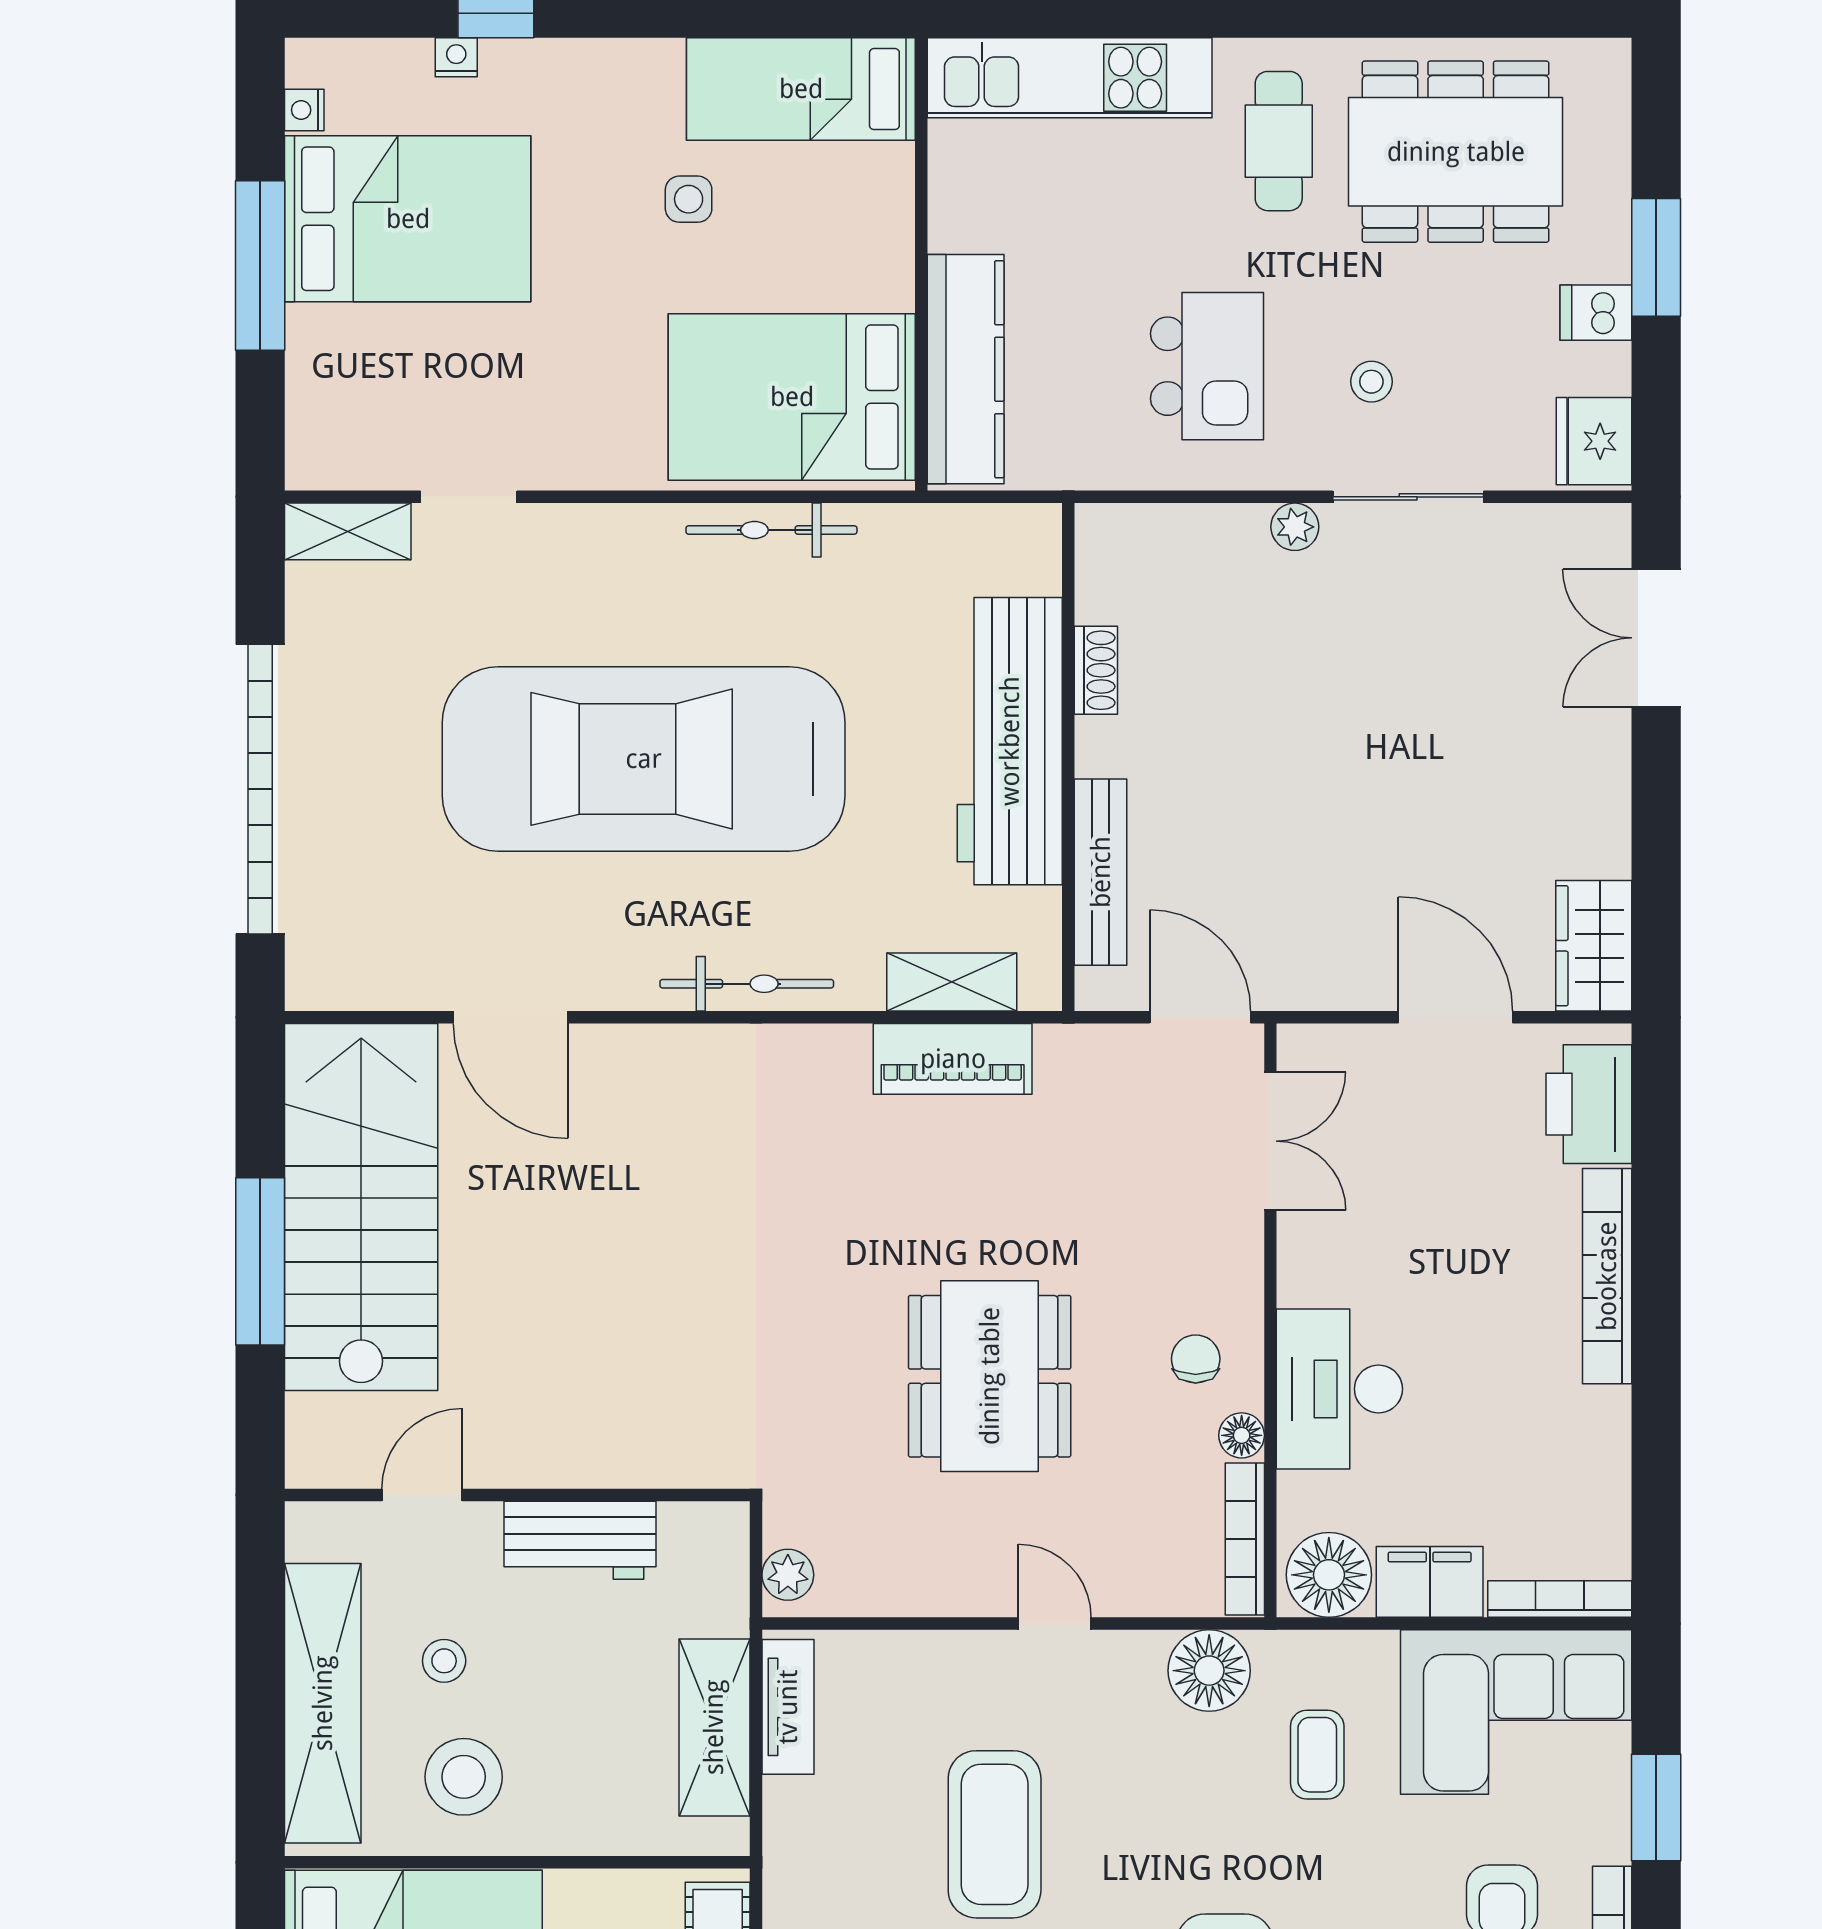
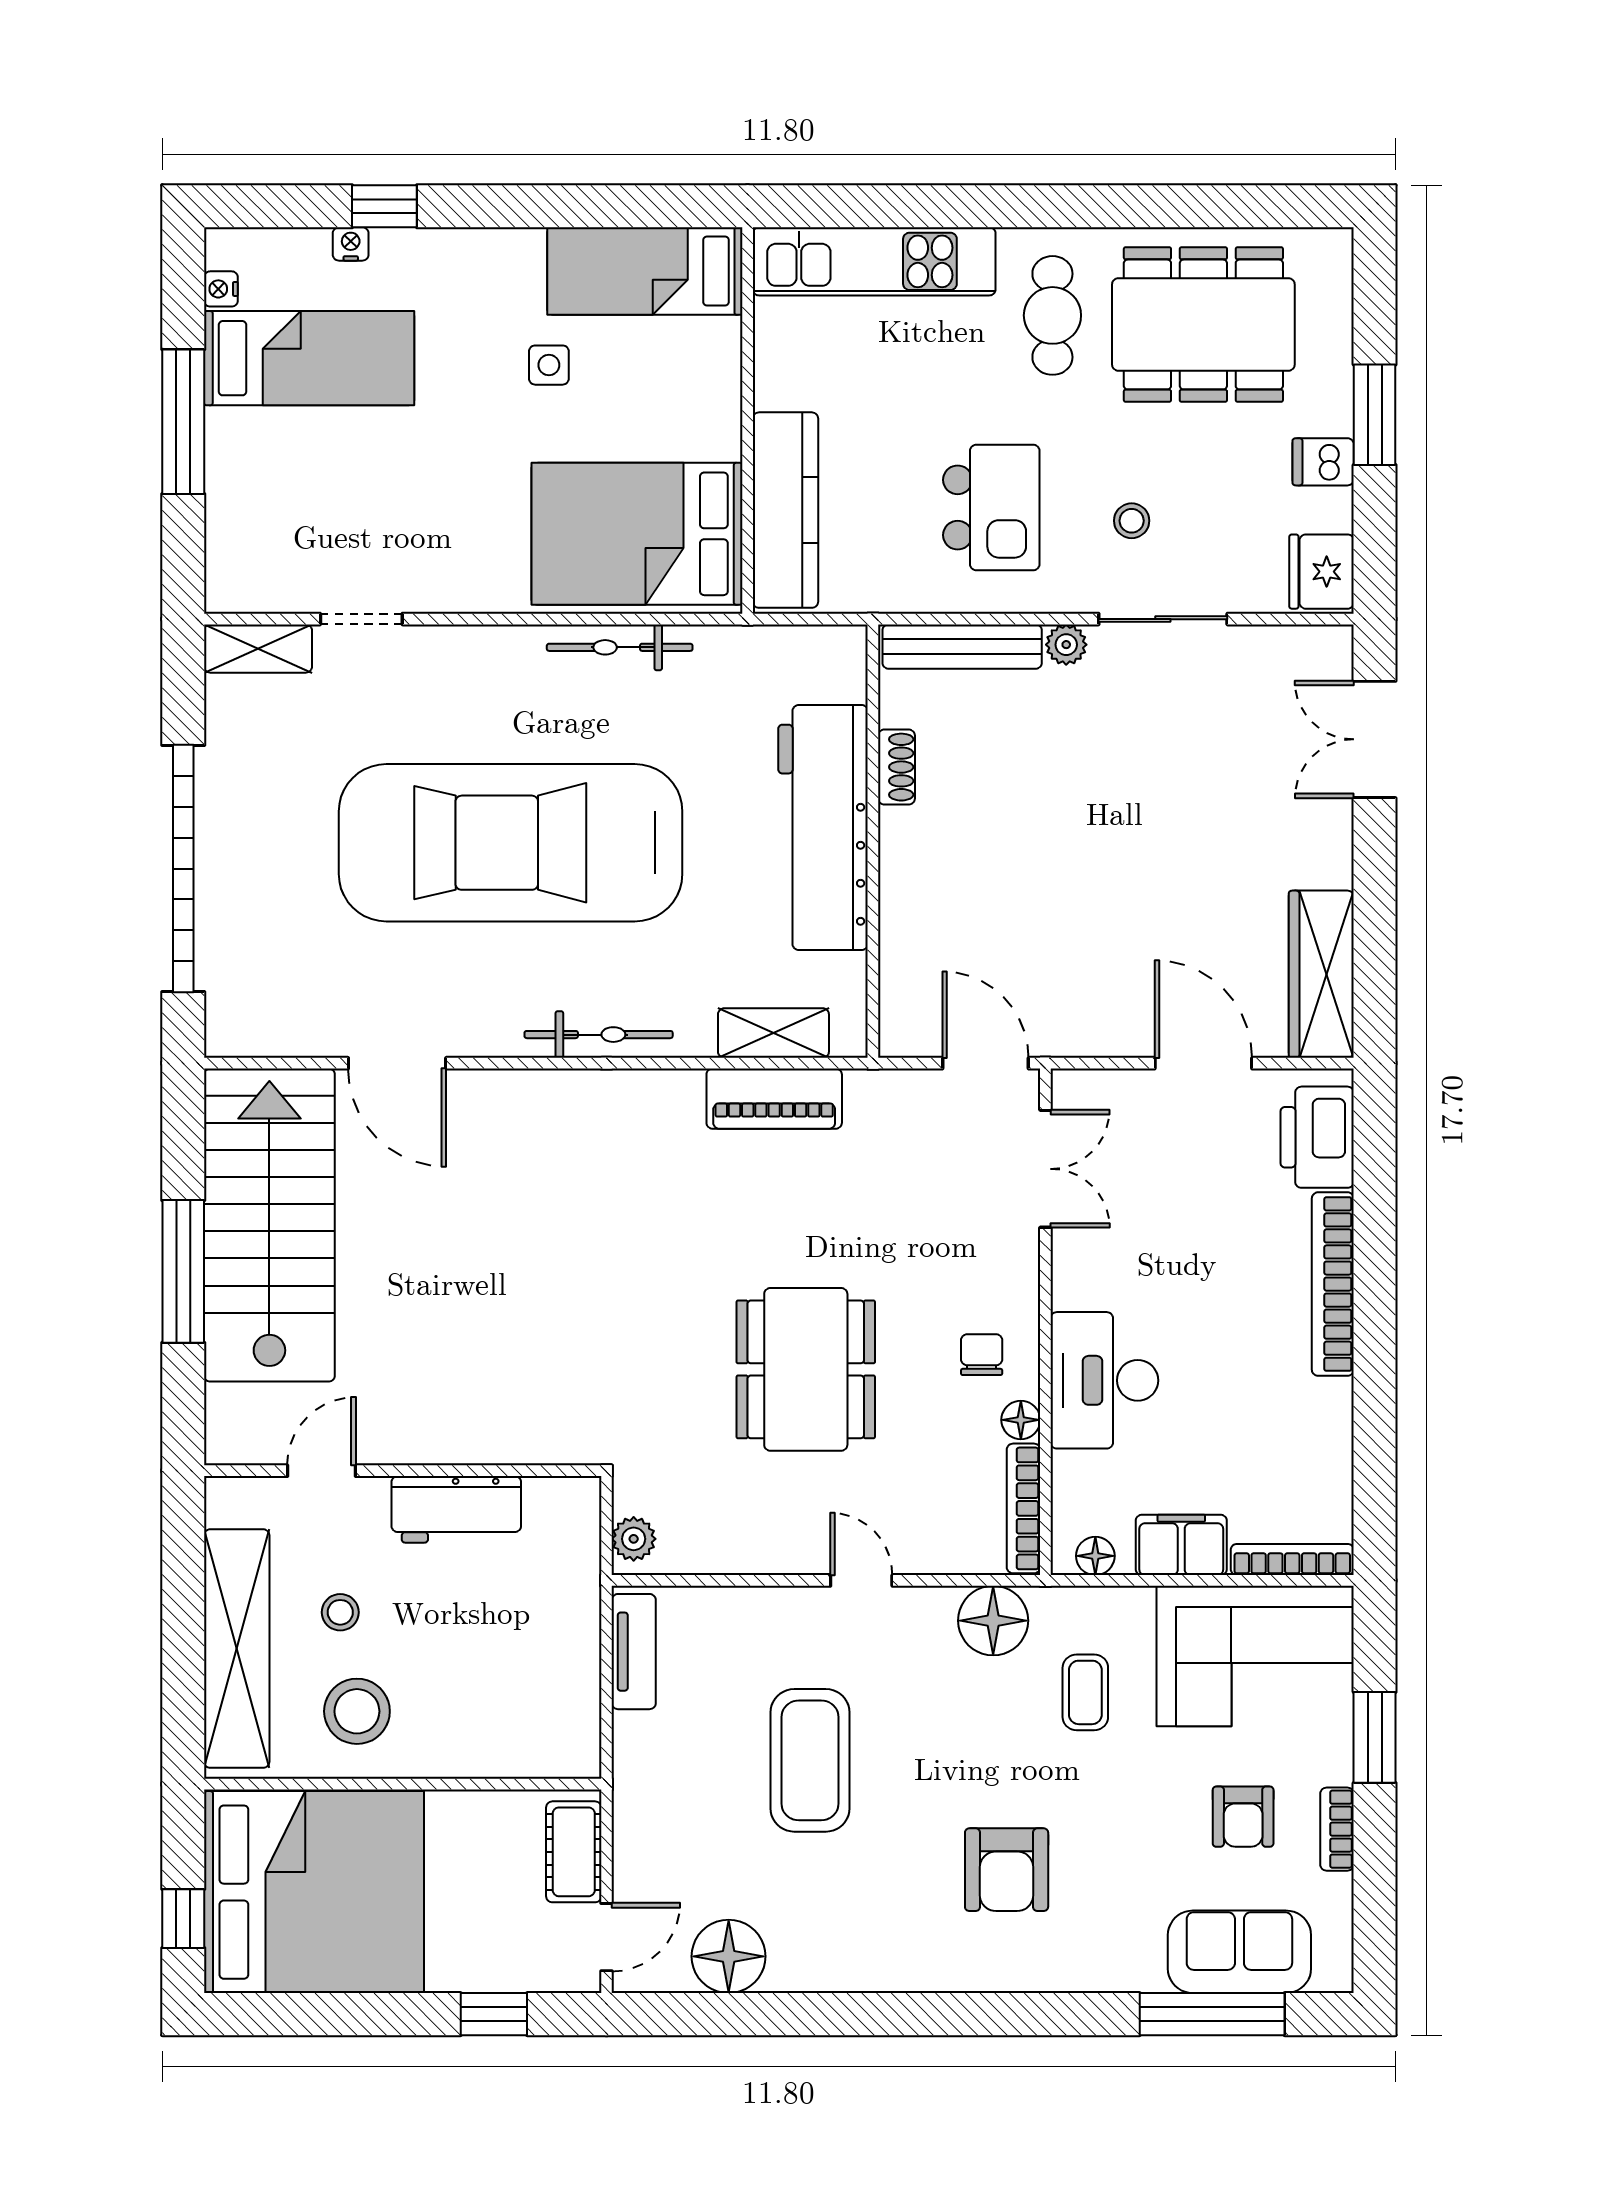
bed: (408, 219) -> (309, 358), width x0.67
bench: (1101, 872) -> (962, 647), moved, turned 90
wardrobe: (1594, 946) -> (1321, 974), width x1.50
floor lamp: (1329, 1575) -> (1095, 1556), width x0.53, depth x0.53
shelving: (714, 1727) -> (571, 1669), removed

